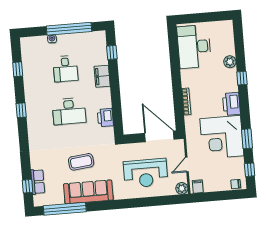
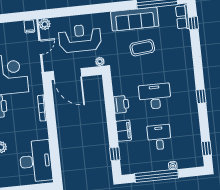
window: (18, 69) -> (207, 148), moved
printer: (105, 118) -> (121, 104), moved
plant: (125, 149) -> (100, 62), added
row of seats: (38, 182) -> (182, 17), moved

